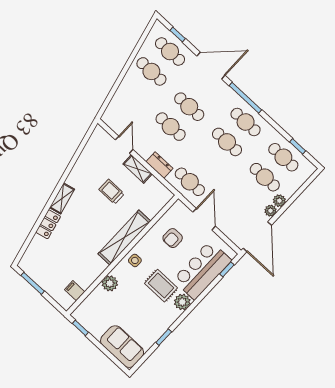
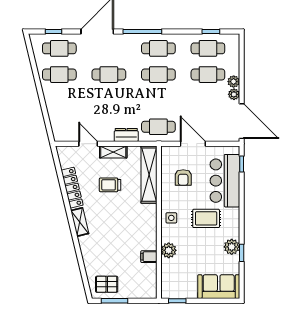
cafe table: (171, 127) -> (109, 101), removed
locker: (48, 224) -> (72, 188), moved, width x1.53
shelving: (124, 238) -> (149, 175), moved
pallet: (38, 265) -> (107, 284), added
filing cabinet: (75, 291) -> (149, 257), moved
plant: (182, 302) -> (232, 247), moved

